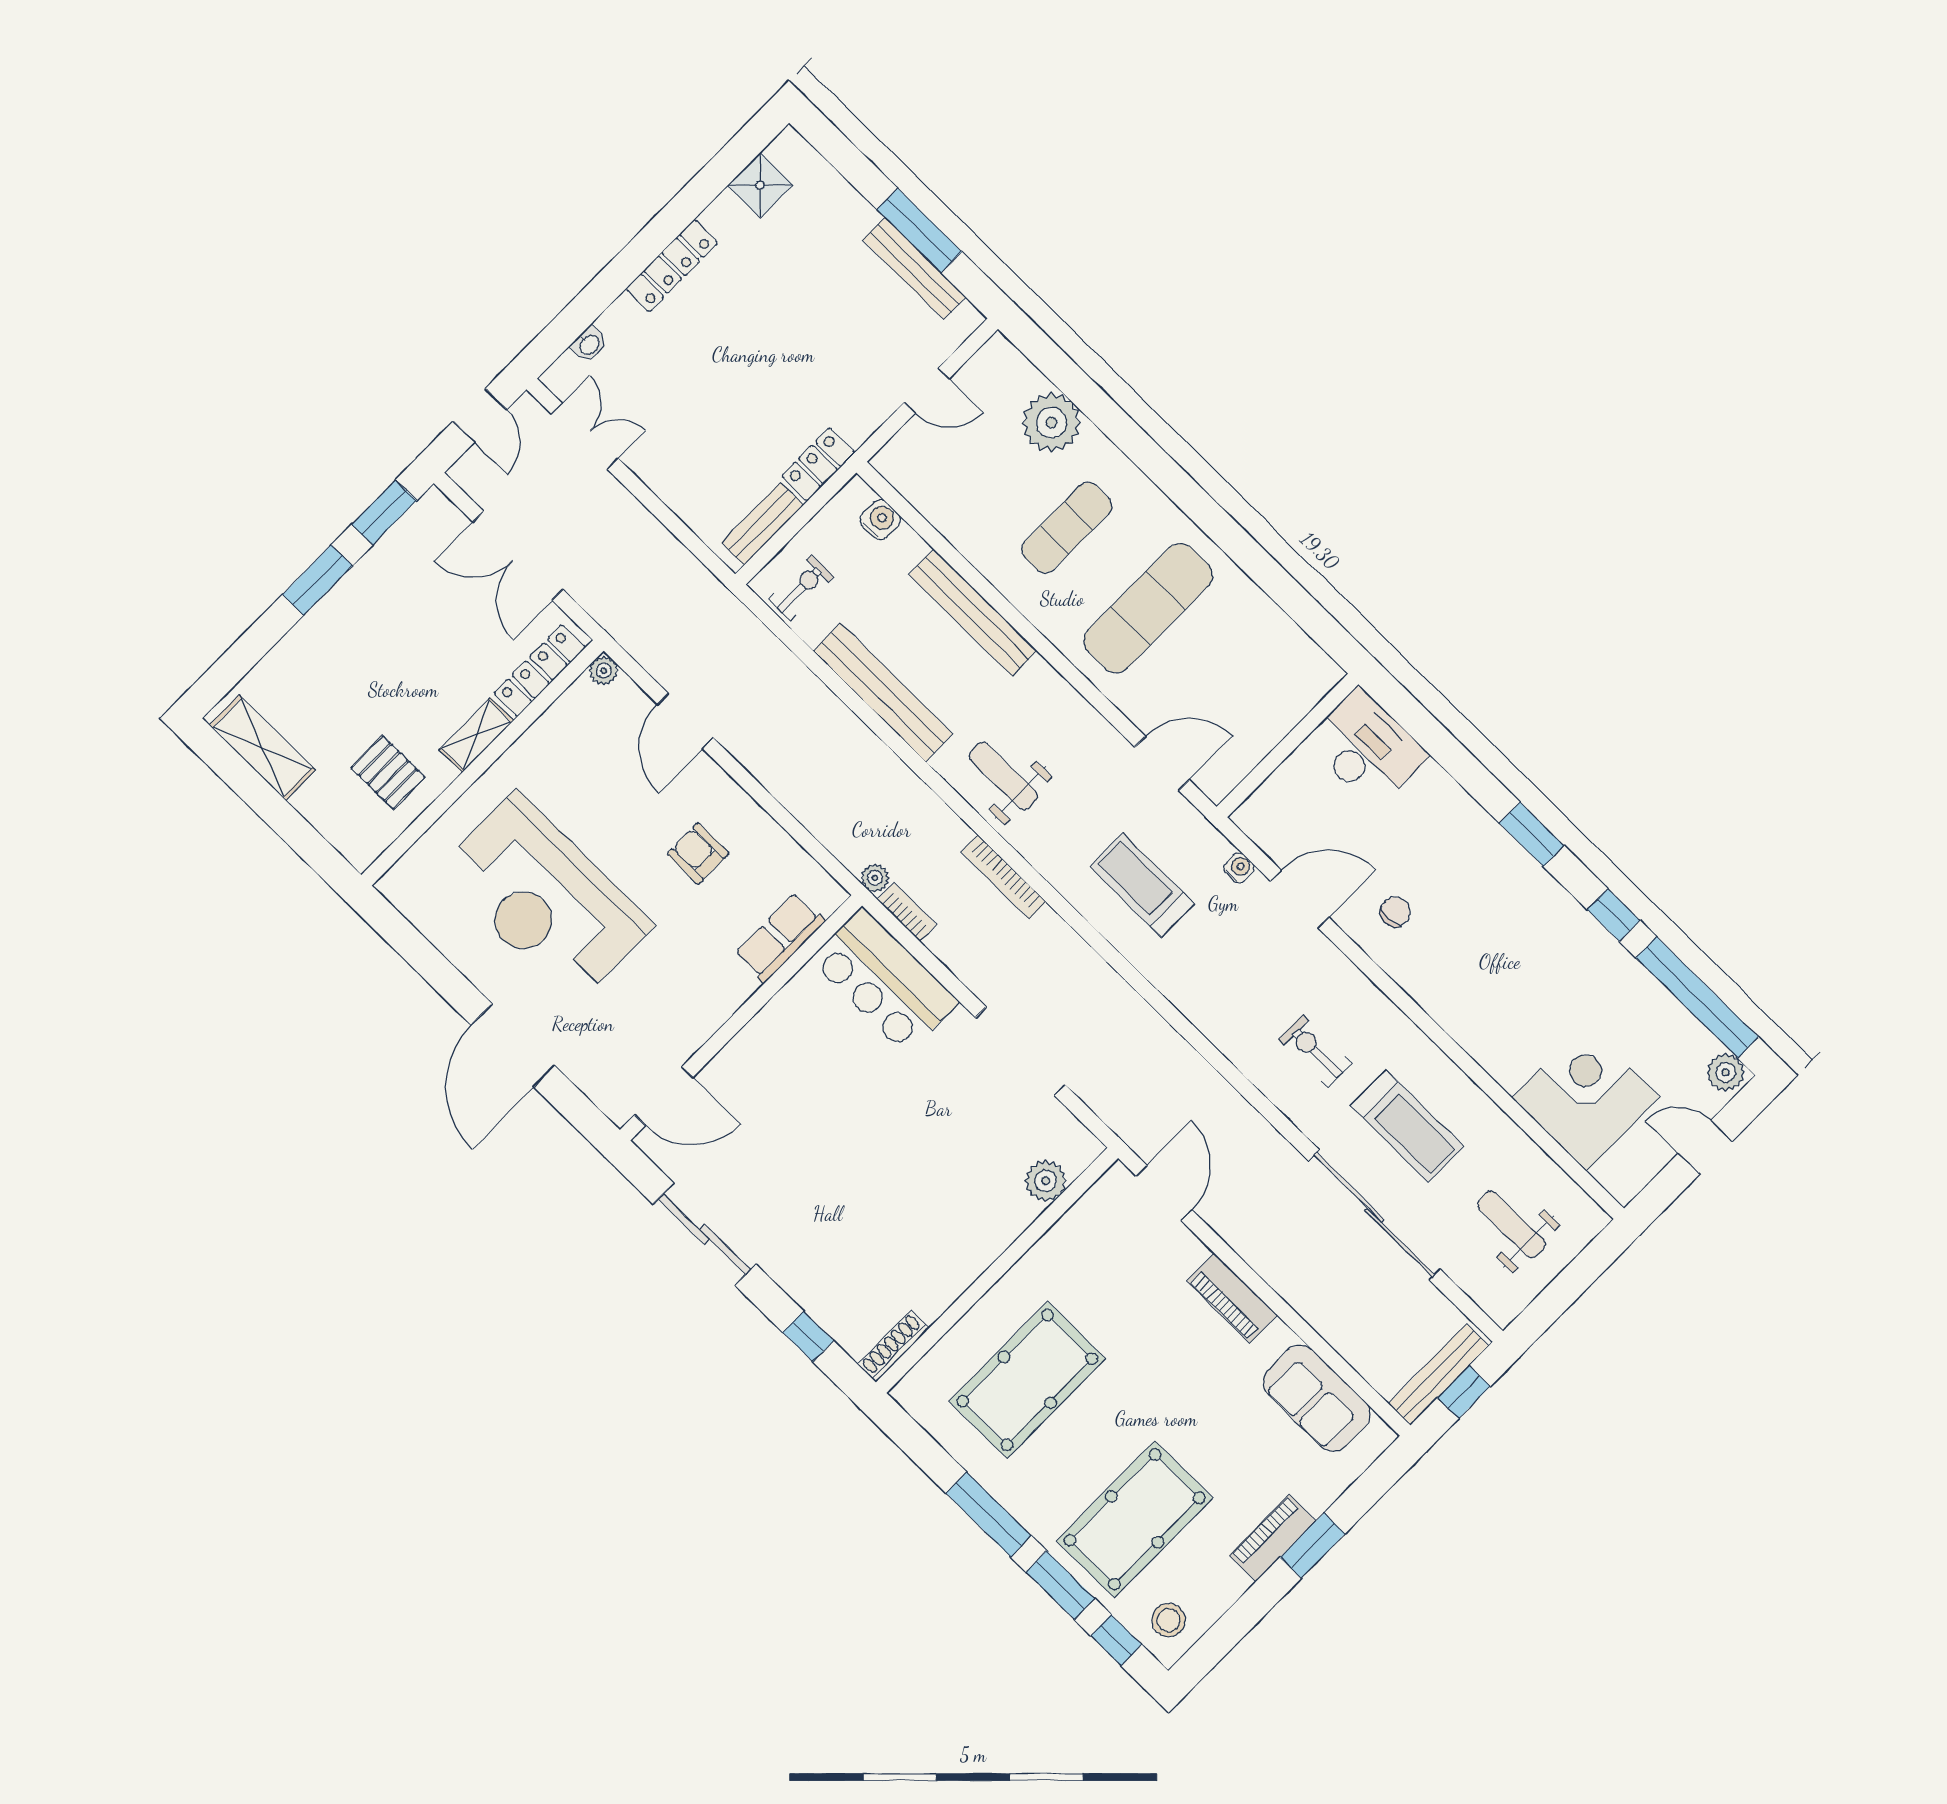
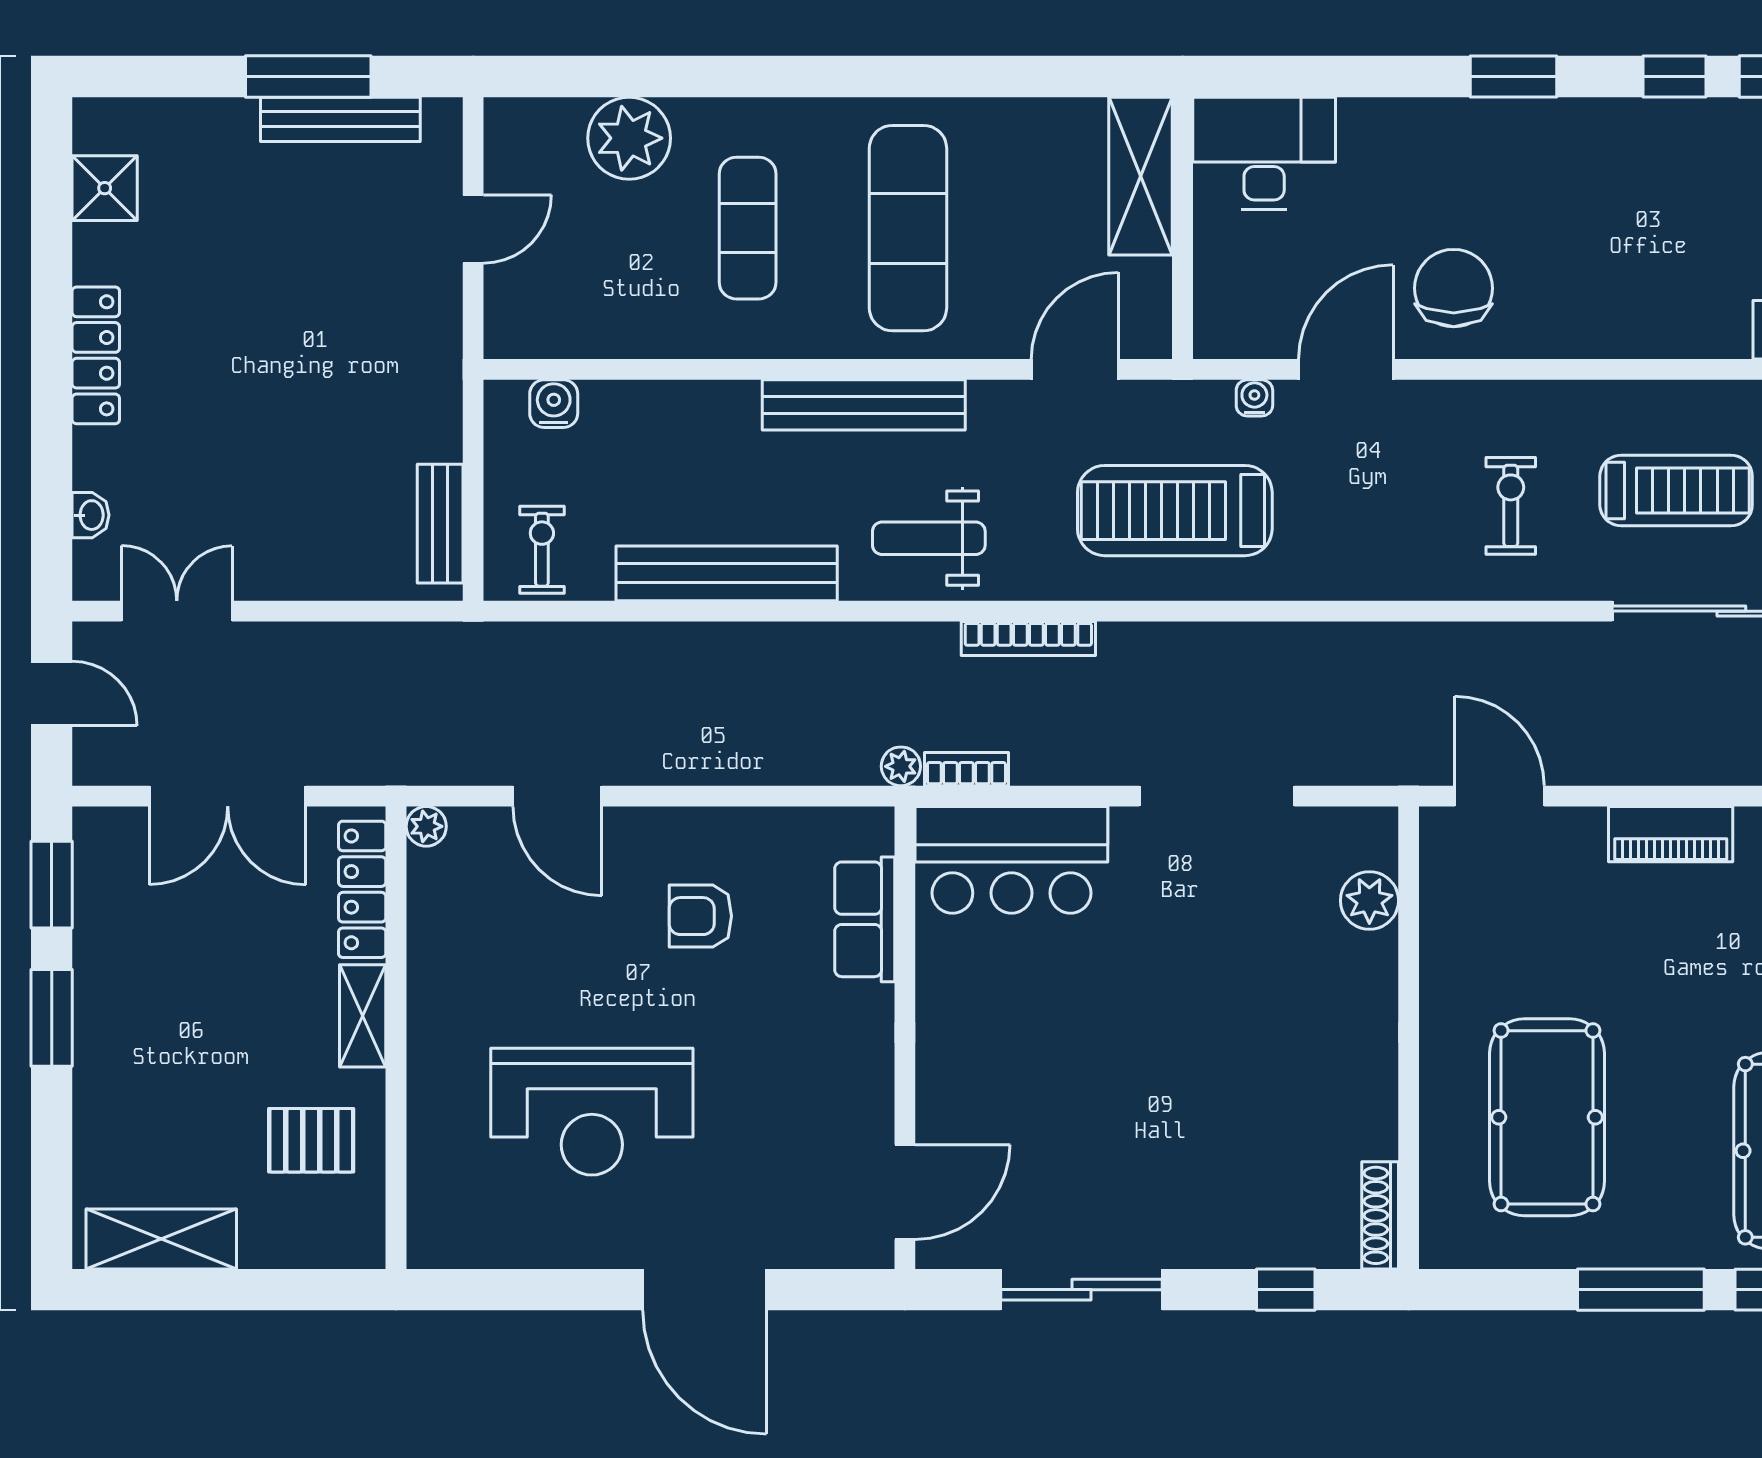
locker: (818, 464) -> (437, 410), removed
bench: (973, 613) -> (864, 405), moved
shelving: (1292, 698) -> (1141, 176), added
treadmill: (1142, 885) -> (1175, 511), width x1.37, depth x1.38
reception desk: (545, 898) -> (592, 1112), width x0.74, depth x0.77
chair: (1395, 912) -> (1454, 288), width x1.87, depth x1.87
exercise bike: (1315, 1051) -> (1511, 506), turned 90

